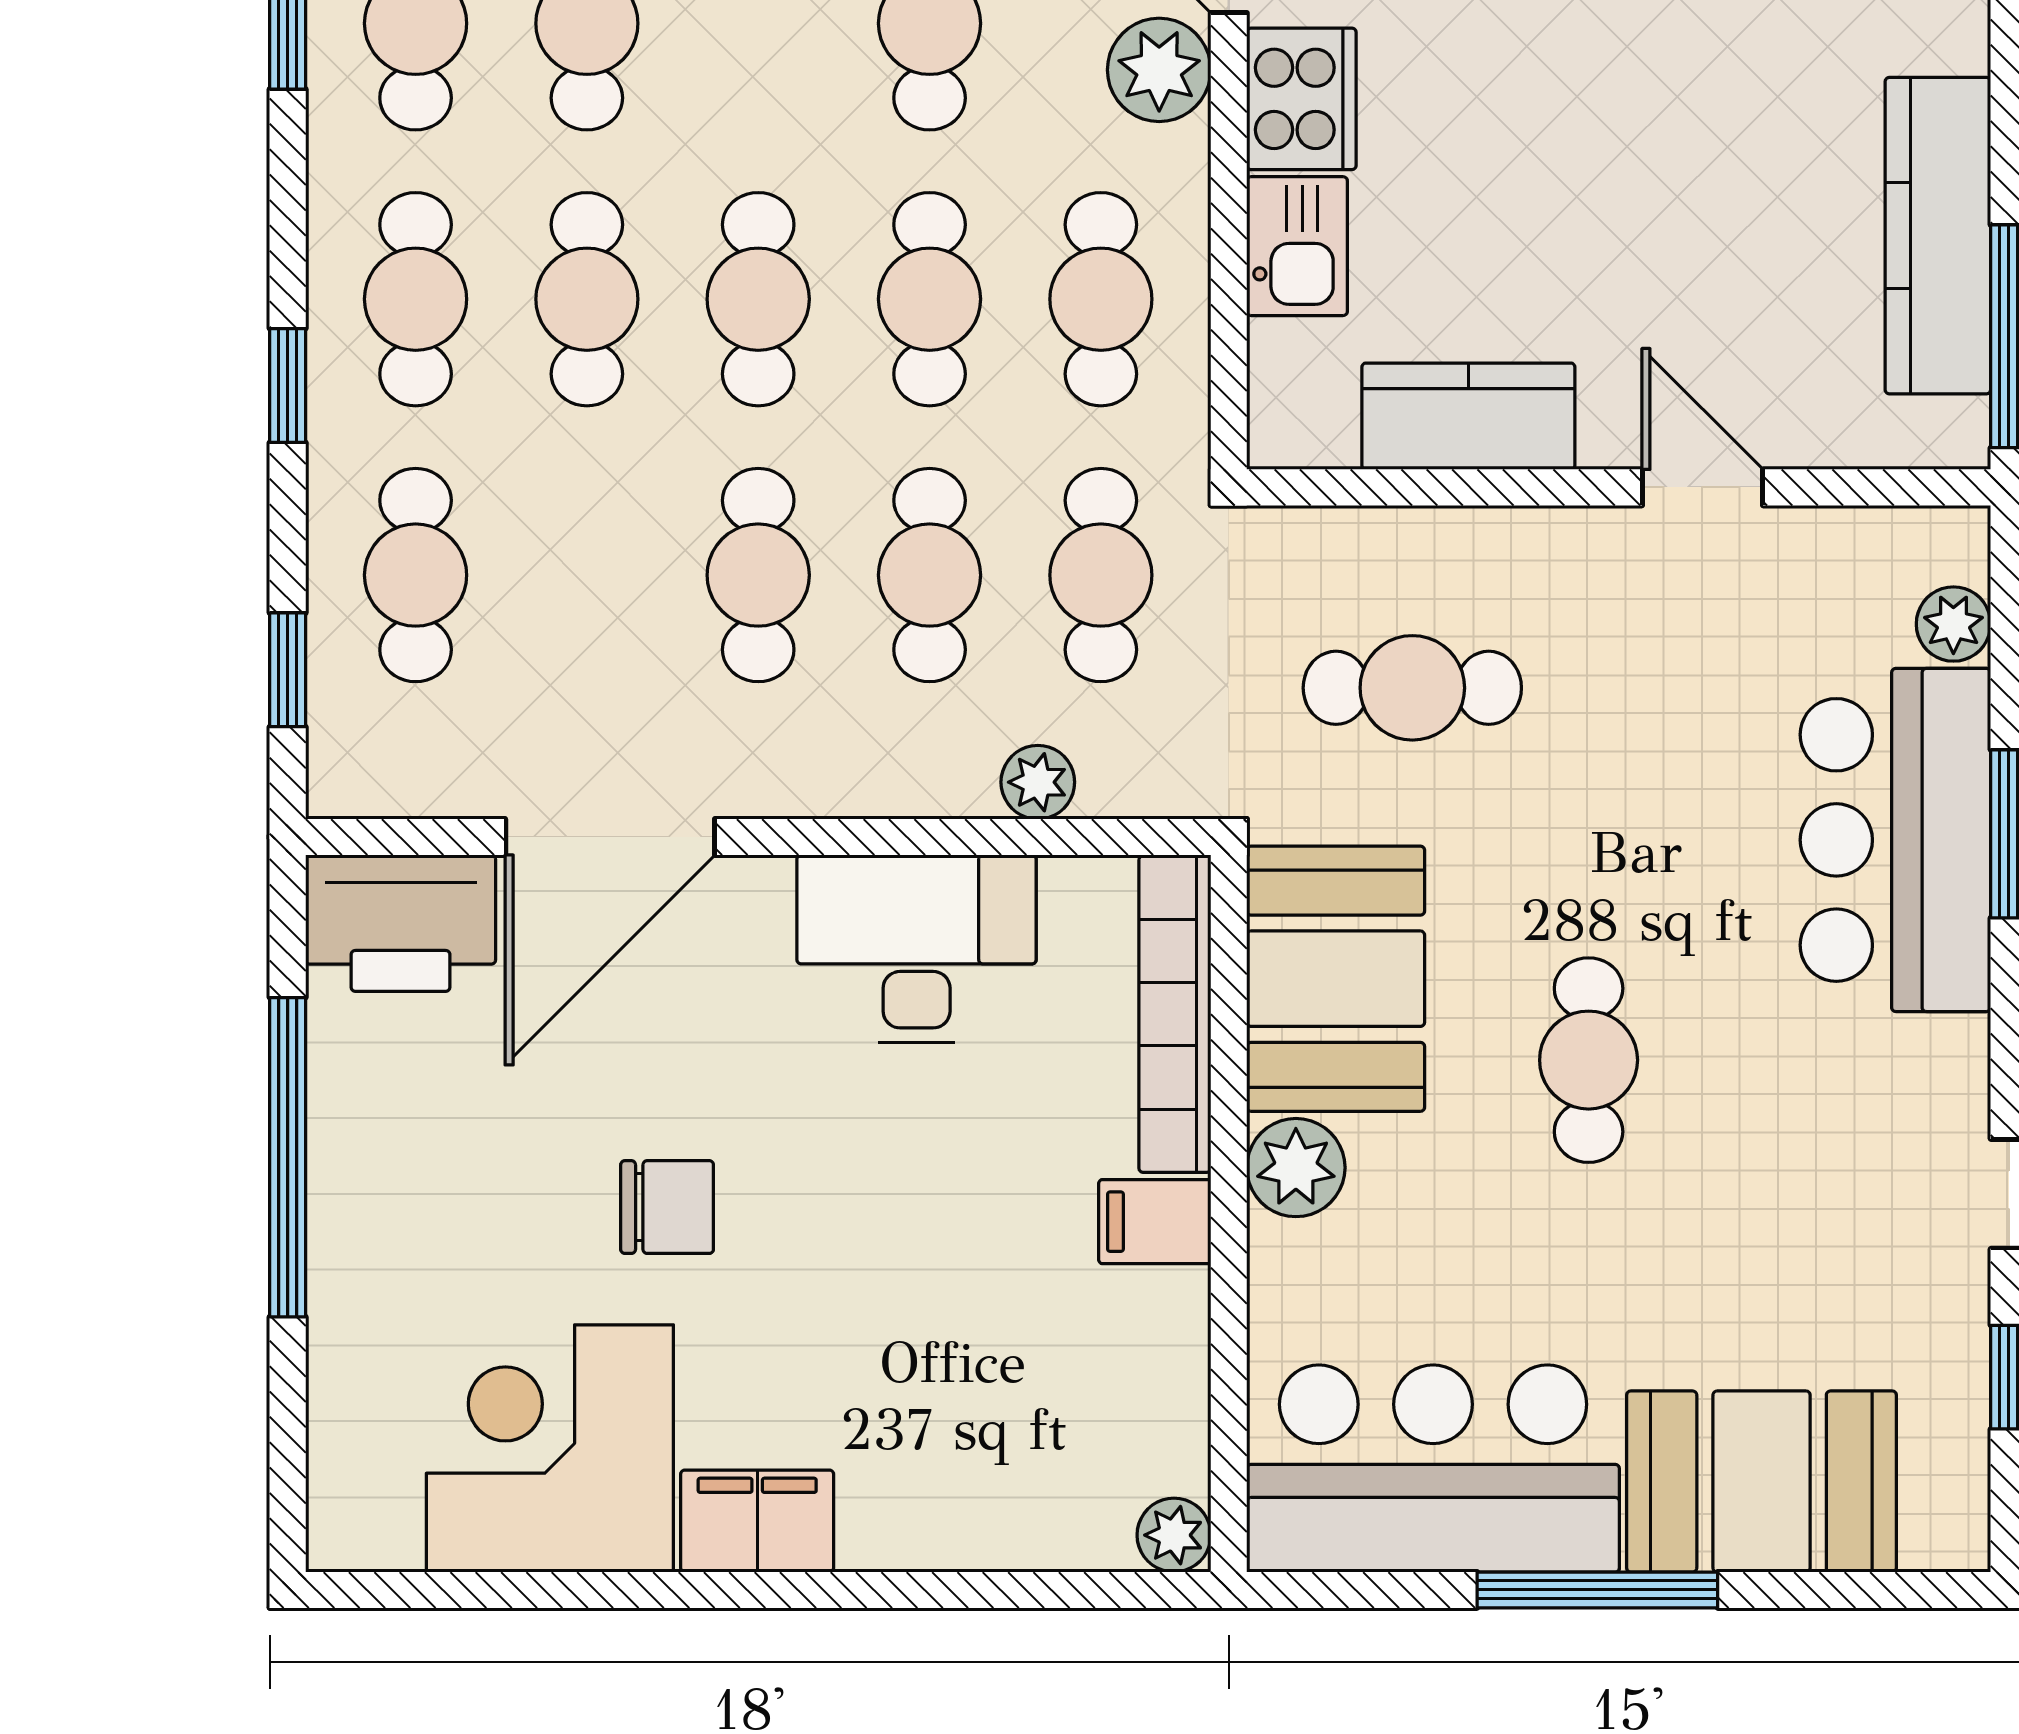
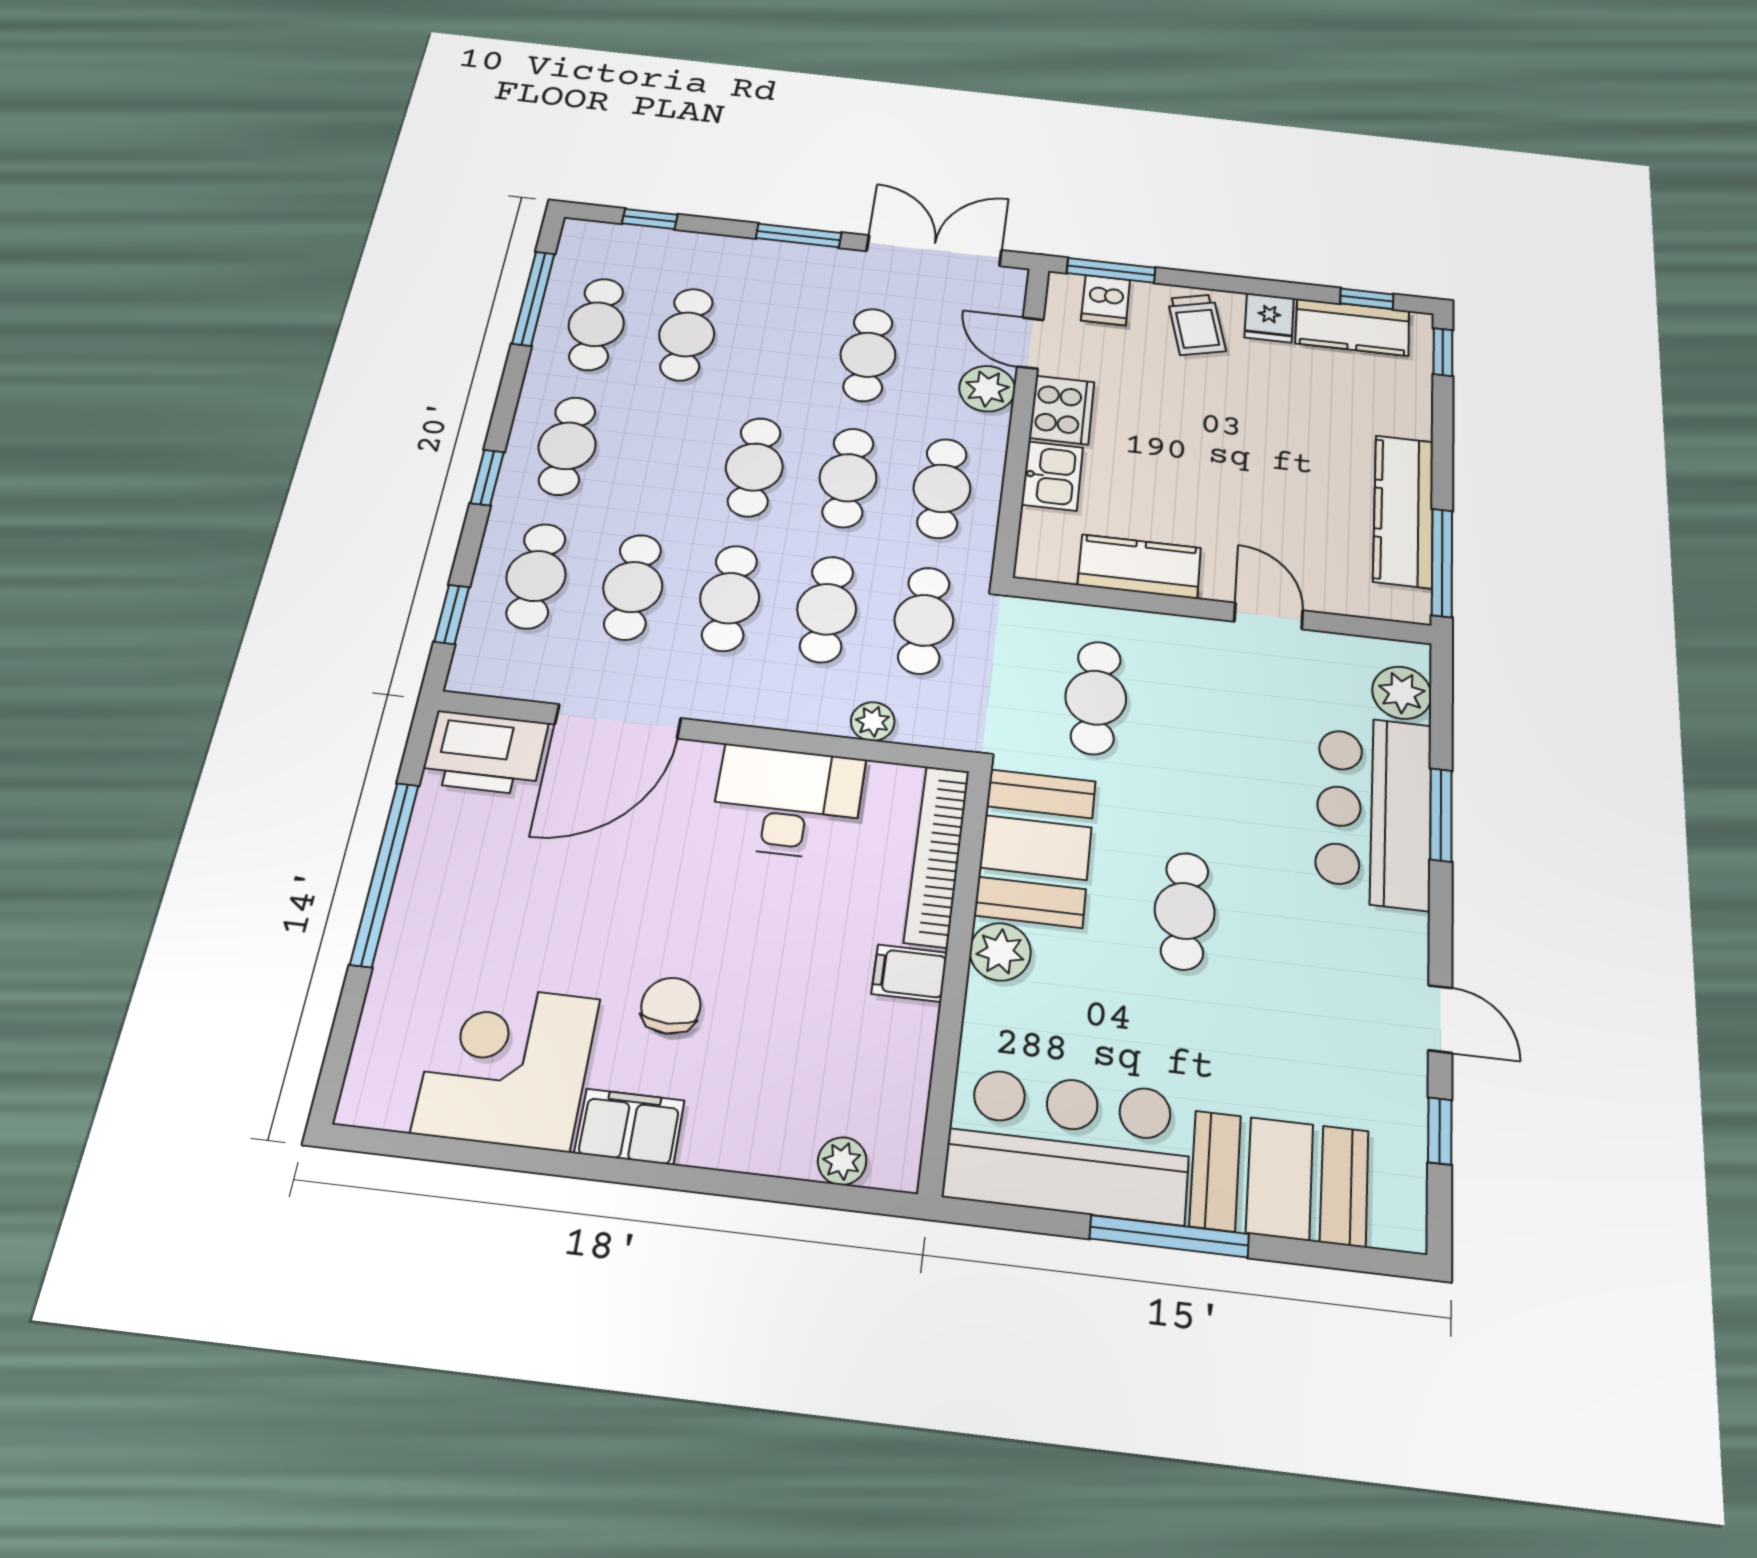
cafe table: (587, 299) -> (633, 587), moved
plant: (1953, 624) -> (1402, 693), width x1.38, depth x1.38
cafe table: (1412, 688) -> (1096, 698), turned 90
chair: (667, 1207) -> (671, 1006), moved, turned -90
plant: (1174, 1535) -> (842, 1161), moved

